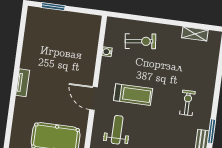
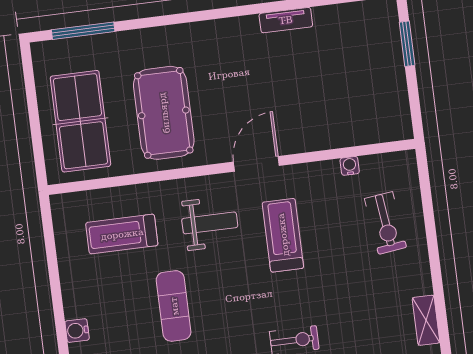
tv unit: (23, 83) -> (286, 20), moved
treadmill: (133, 95) -> (283, 235), turned 180

